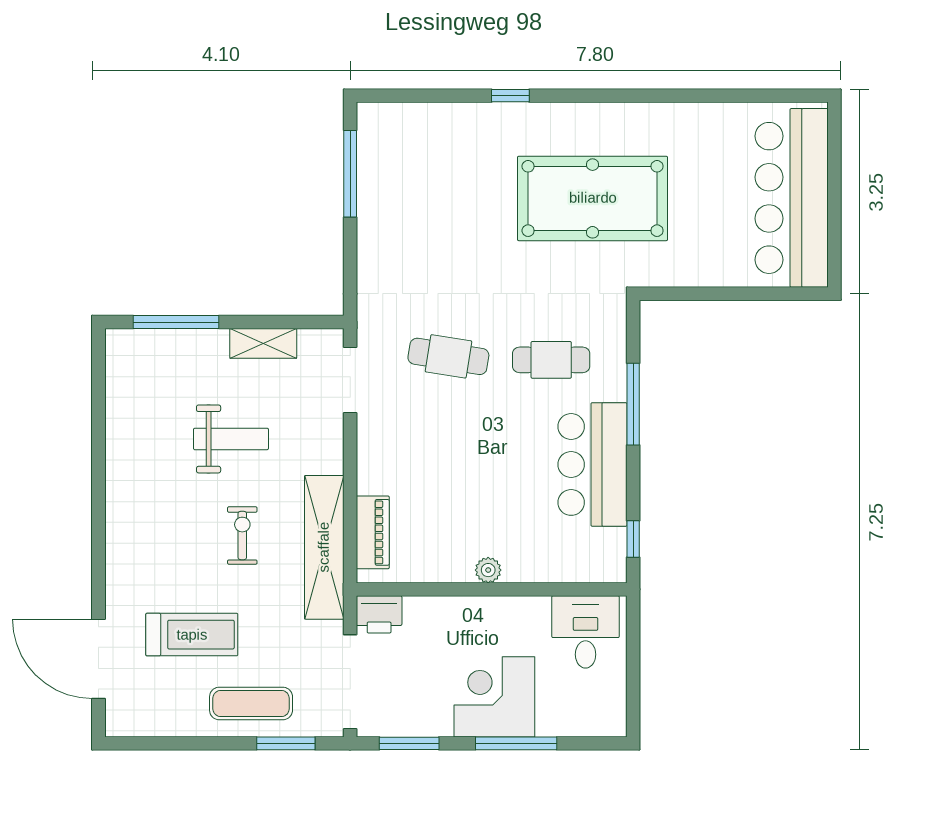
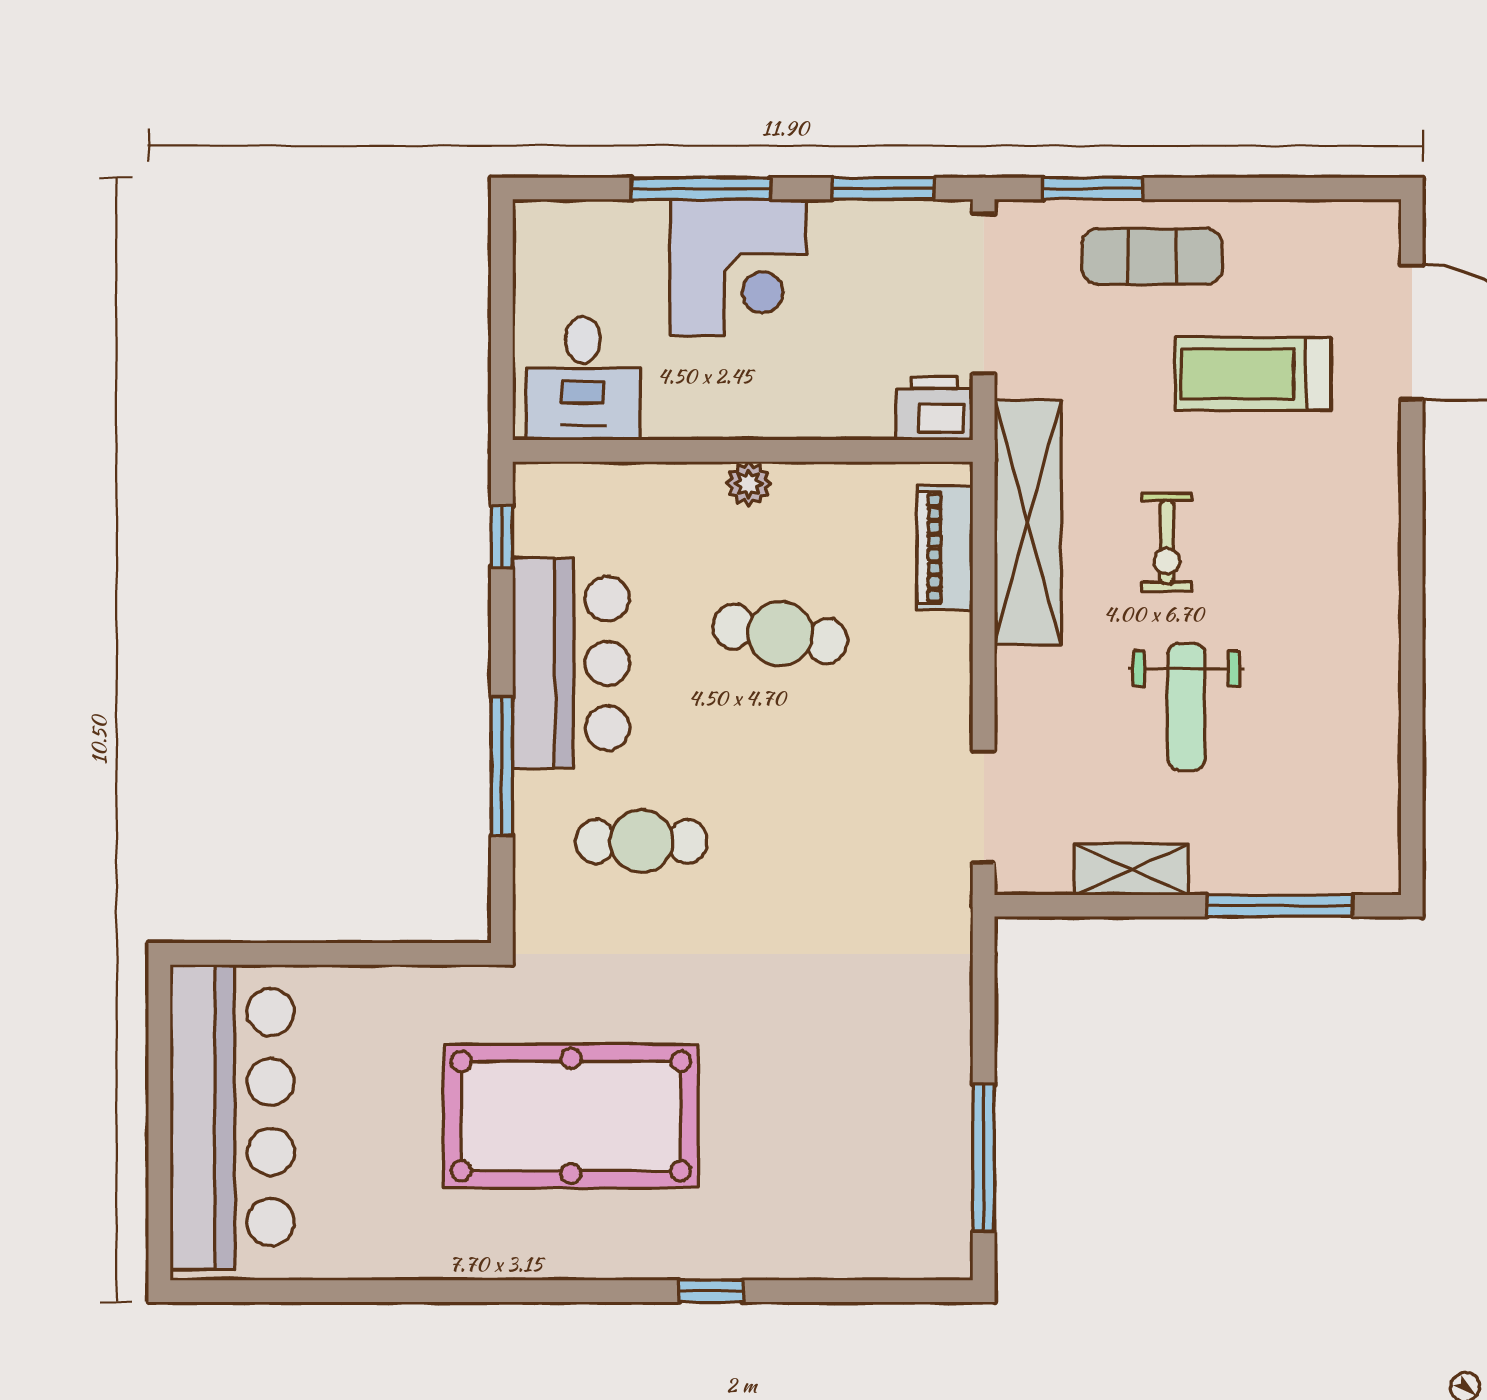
cafe table: (448, 356) -> (780, 634), moved
weight bench: (231, 439) -> (1186, 707), turned -90

